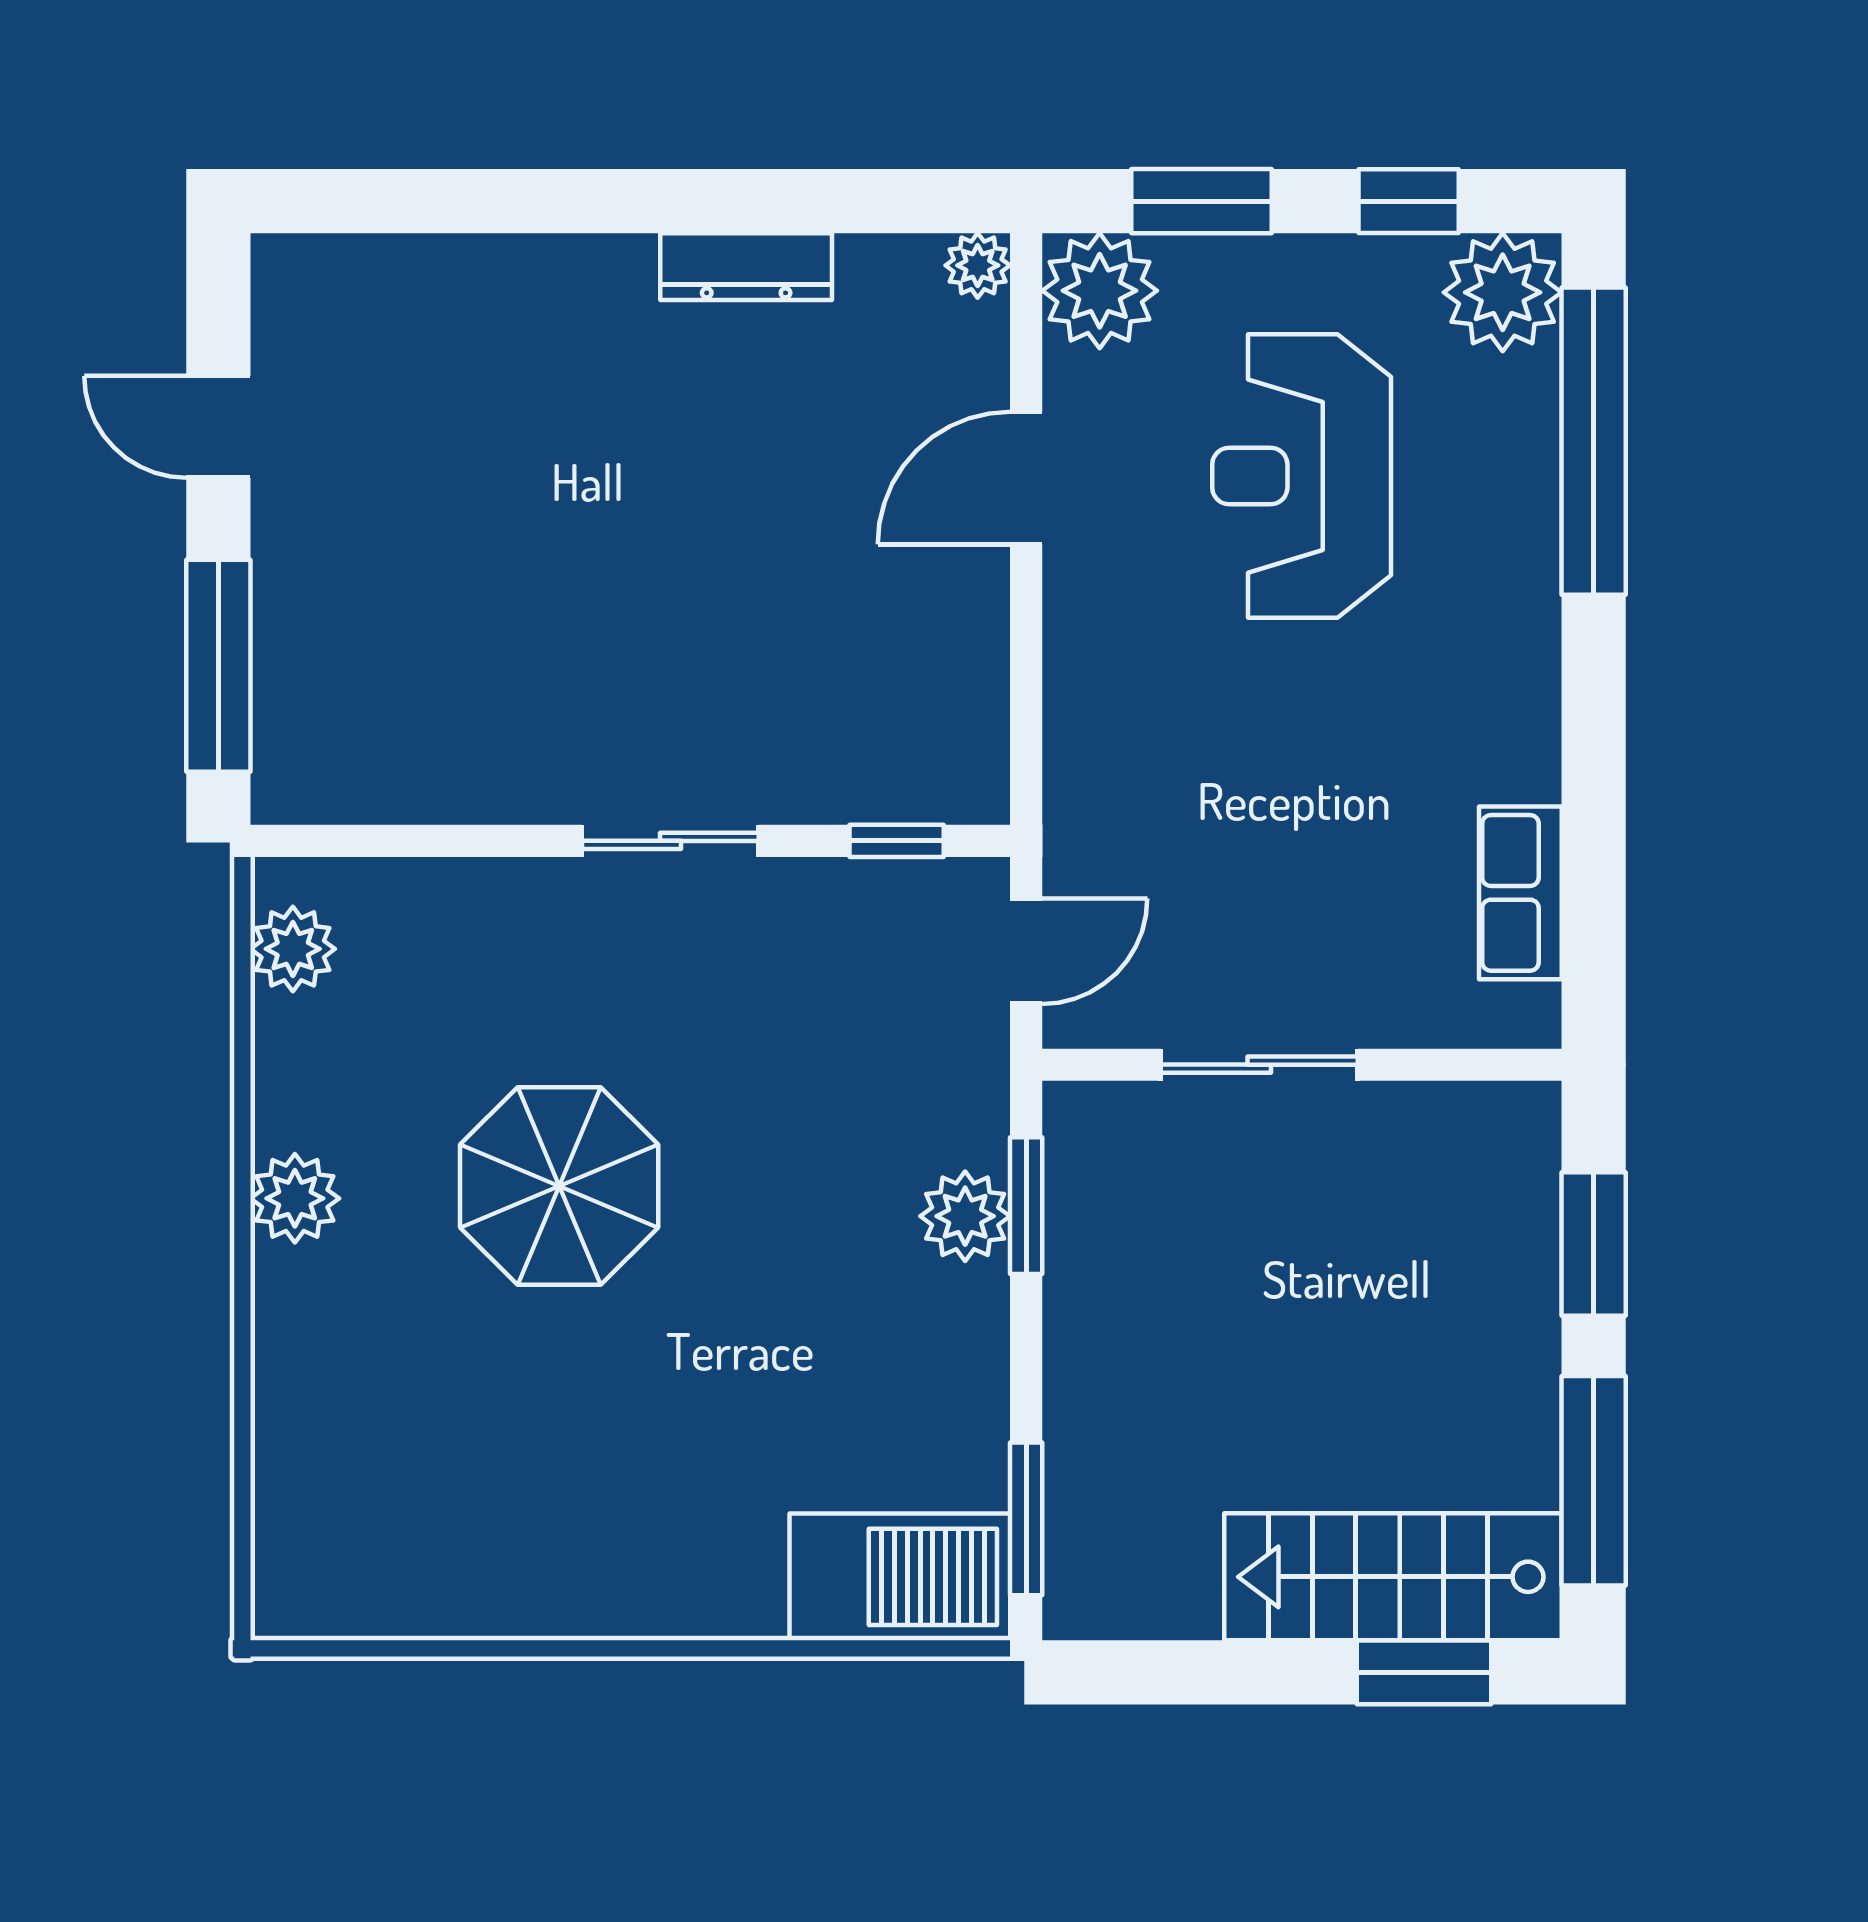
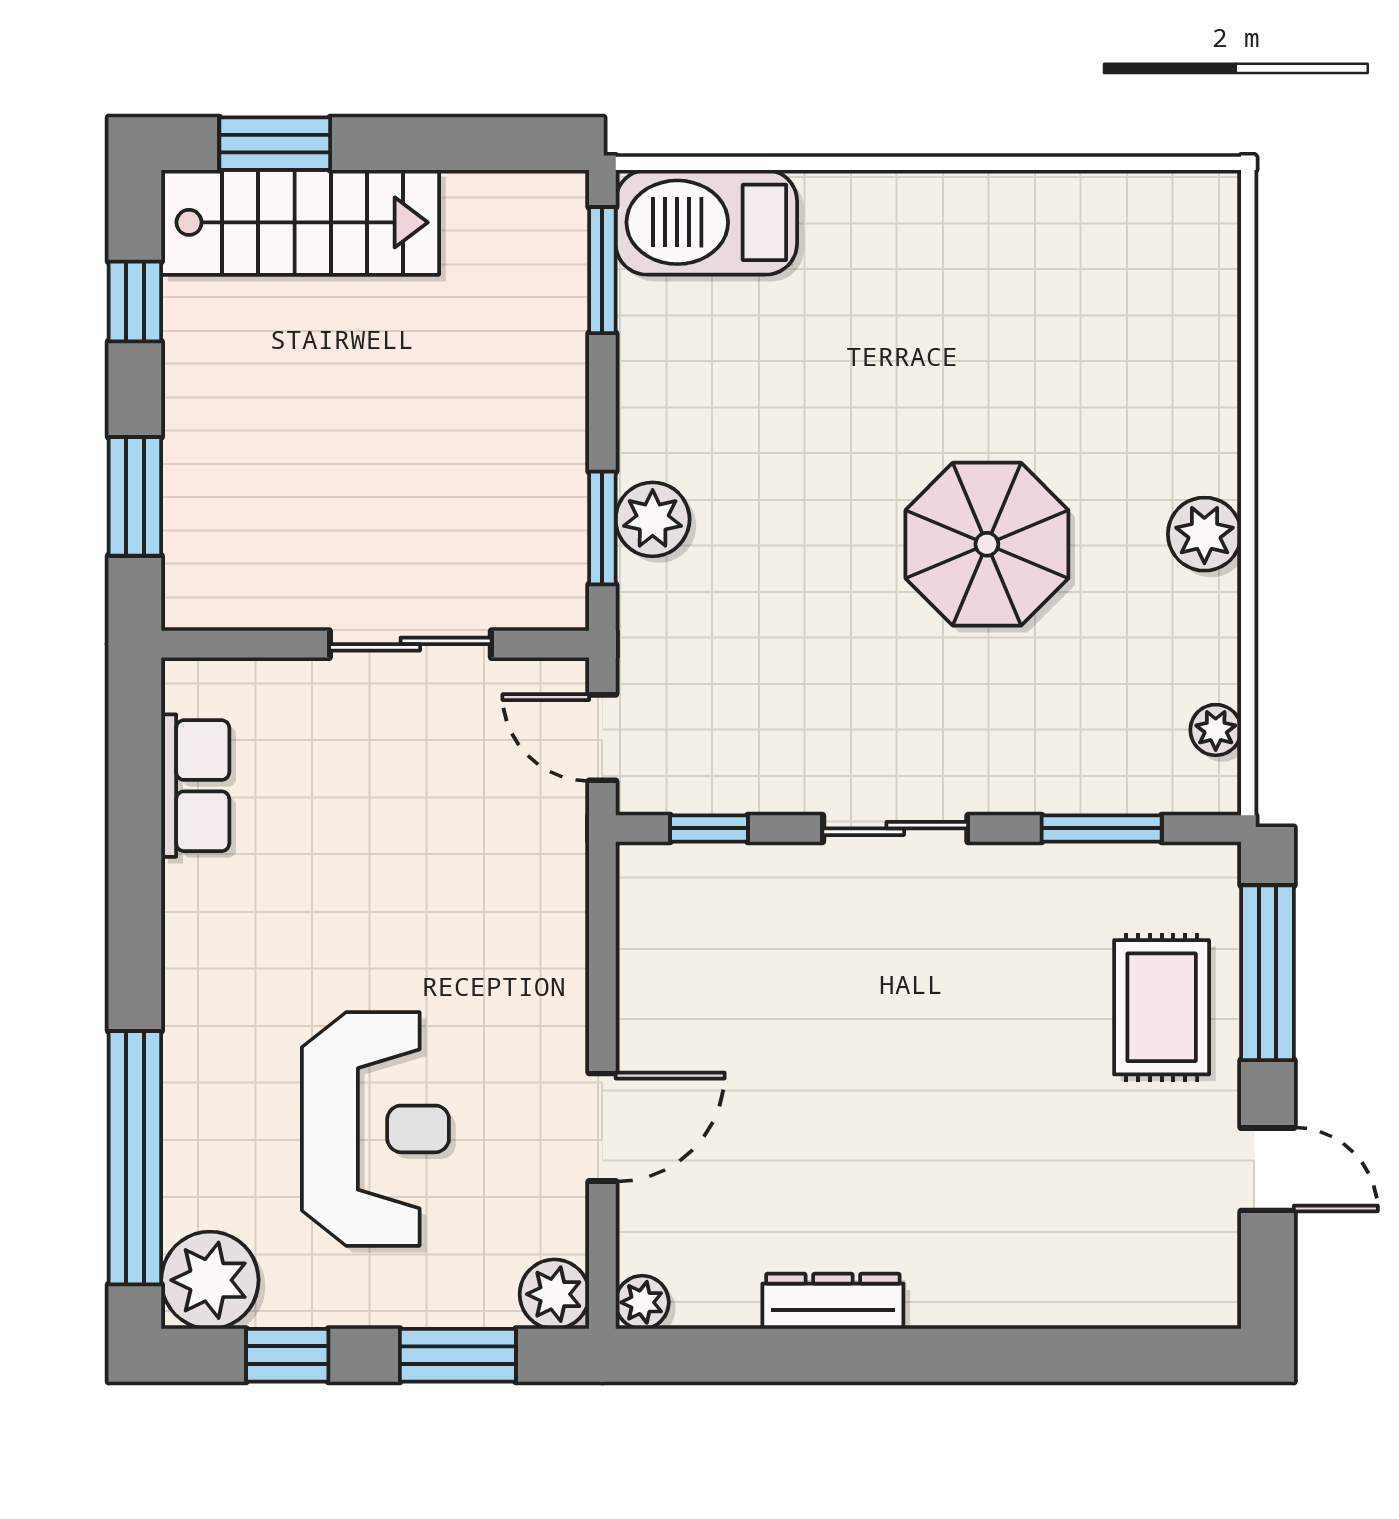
plant: (1100, 291) -> (554, 1294), width x0.73, depth x0.73
rug: (347, 624) -> (1162, 1007), added
window: (420, 841) -> (1102, 828), added
plant: (293, 949) -> (1216, 730), width x0.73, depth x0.73
door: (1026, 951) -> (602, 738), hinge flipped
window: (1594, 1481) -> (135, 301), width x0.46

